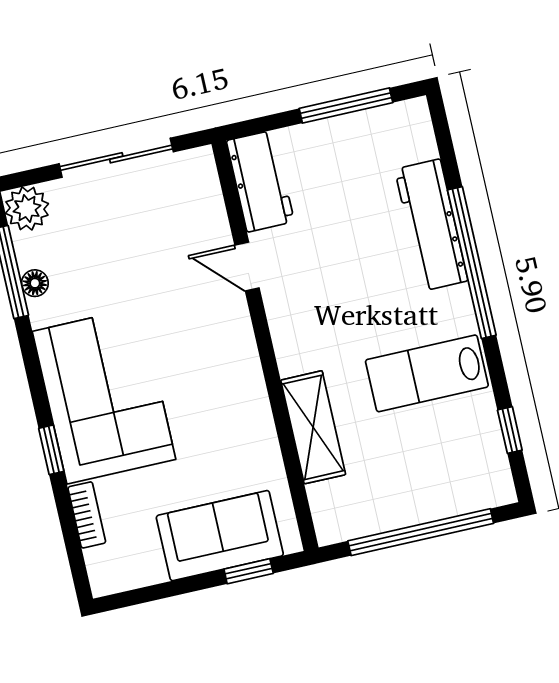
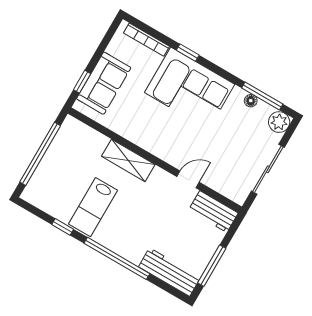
workbench: (431, 225) -> (170, 272), moved
lab bench: (427, 373) -> (93, 207), turned 180
shelving: (313, 427) -> (128, 160), moved
window: (510, 430) -> (63, 227), moved
bookcase: (87, 515) -> (147, 40), width x1.56

